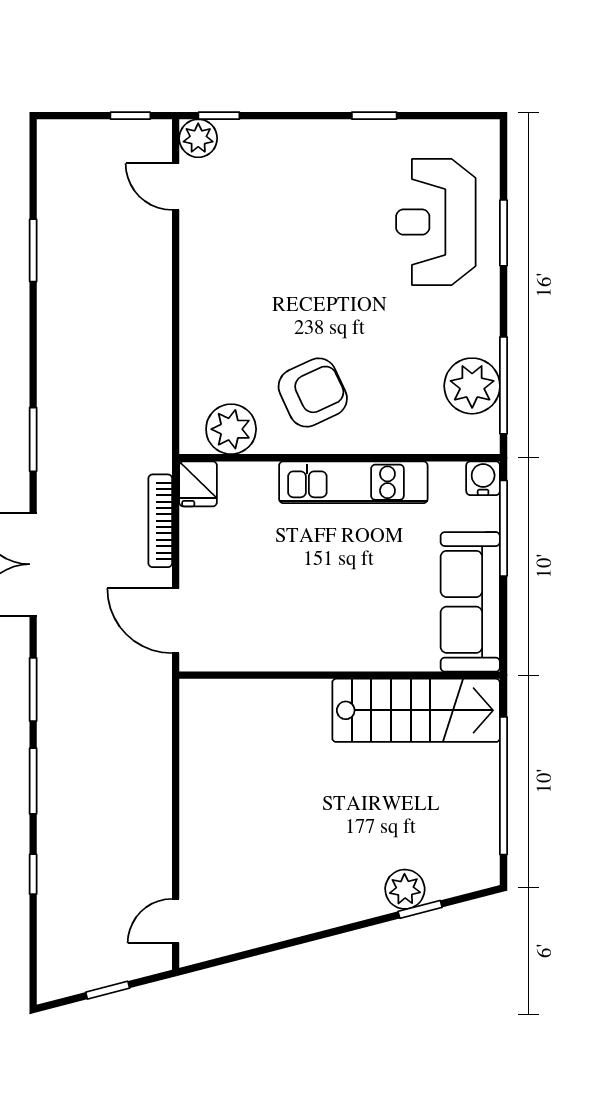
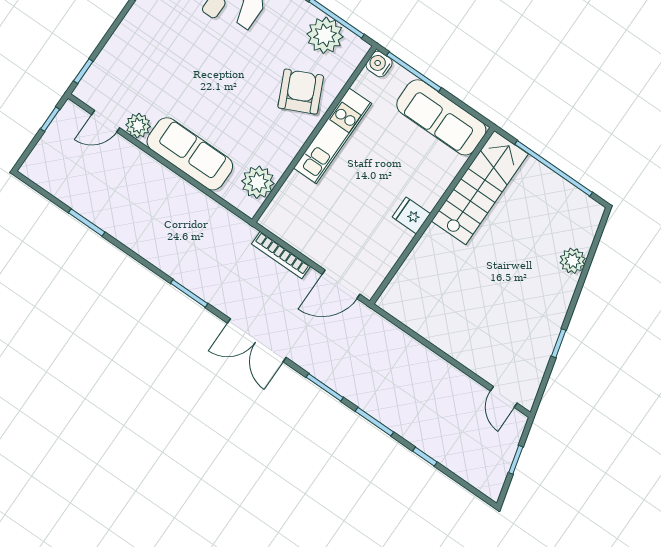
plant: (198, 138) -> (138, 126), moved
sofa: (208, 320) -> (190, 154), added
armchair: (313, 392) -> (301, 92), moved
fridge: (198, 484) -> (411, 215), moved, turned 180
window: (420, 909) -> (559, 343), moved

